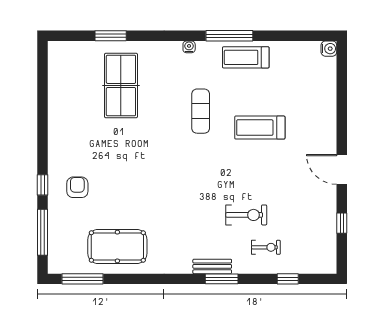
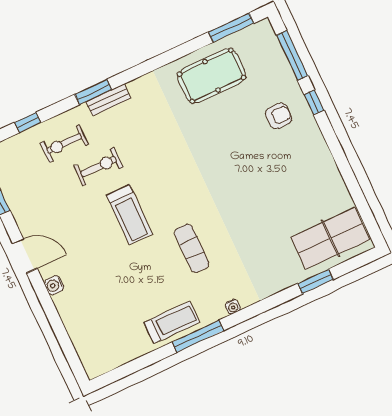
water cooler: (329, 49) -> (54, 285), moved
table tennis table: (121, 85) -> (330, 238), moved, turned 90
treadmill: (260, 128) -> (129, 215), moved, turned 90
armchair: (77, 187) -> (279, 116), turned -90
exercise bike: (246, 215) -> (99, 167), turned 180
exercise bike: (266, 247) -> (64, 144), width x1.38, depth x1.39

